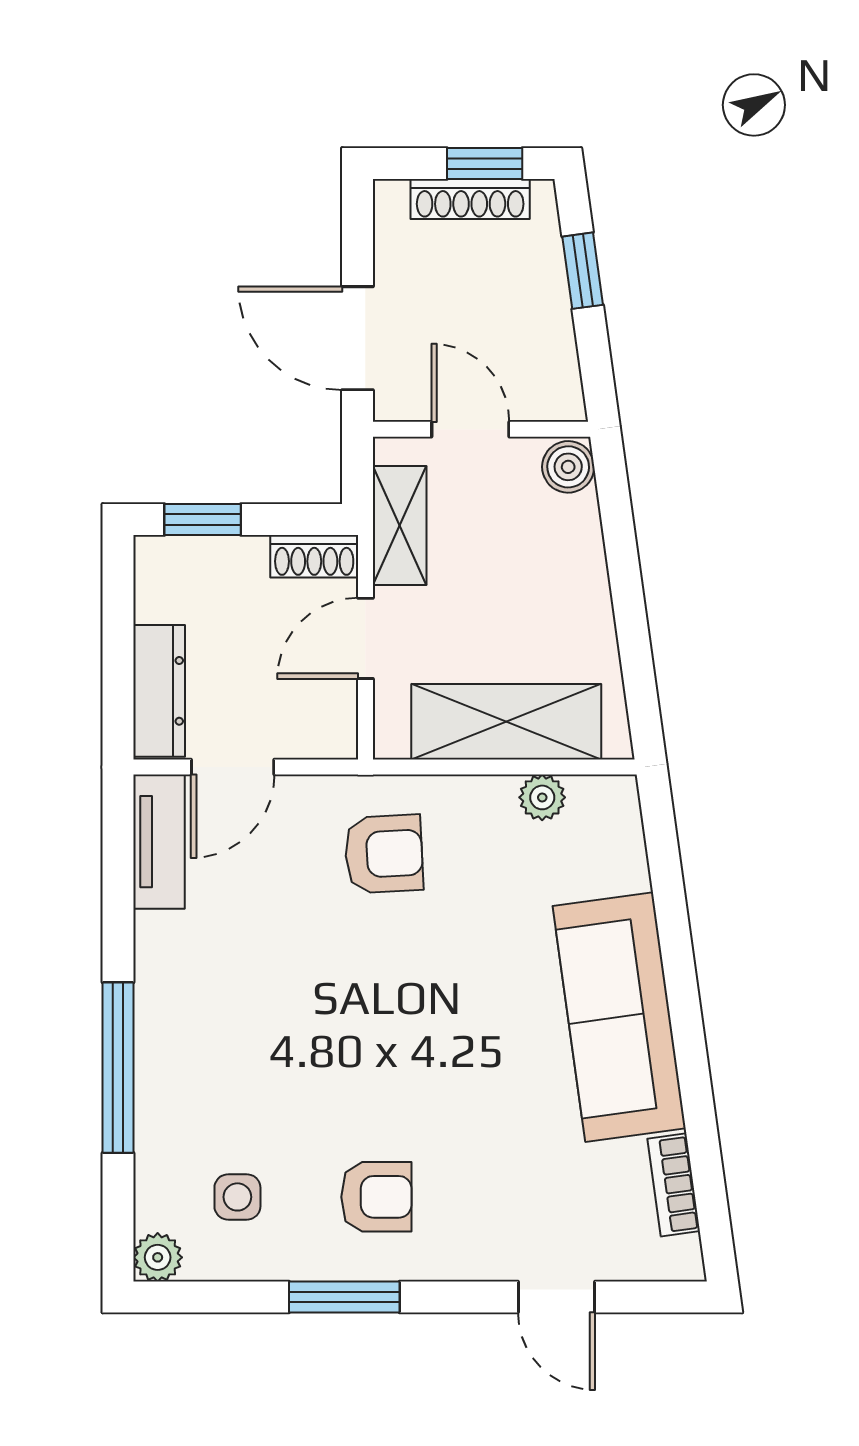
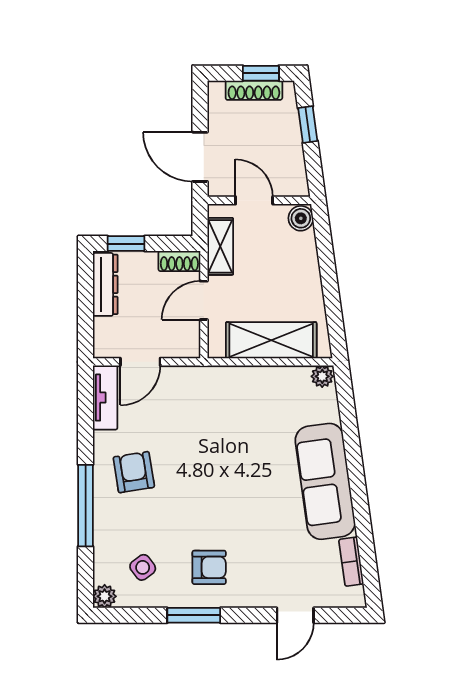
dresser: (159, 691) -> (105, 284), moved
plant: (542, 797) -> (322, 376), moved
armchair: (384, 854) -> (134, 472), moved, turned -96
side table: (237, 1197) -> (143, 567), turned -37
door: (557, 1297) -> (295, 615), hinge flipped

